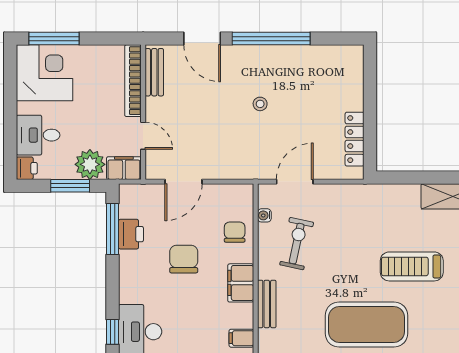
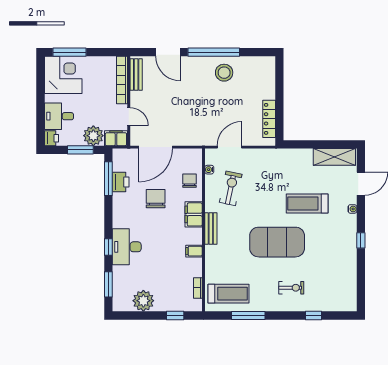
stool: (260, 104) -> (224, 73), moved, width x1.89, depth x1.89
door: (184, 182) -> (156, 147), width x1.36

